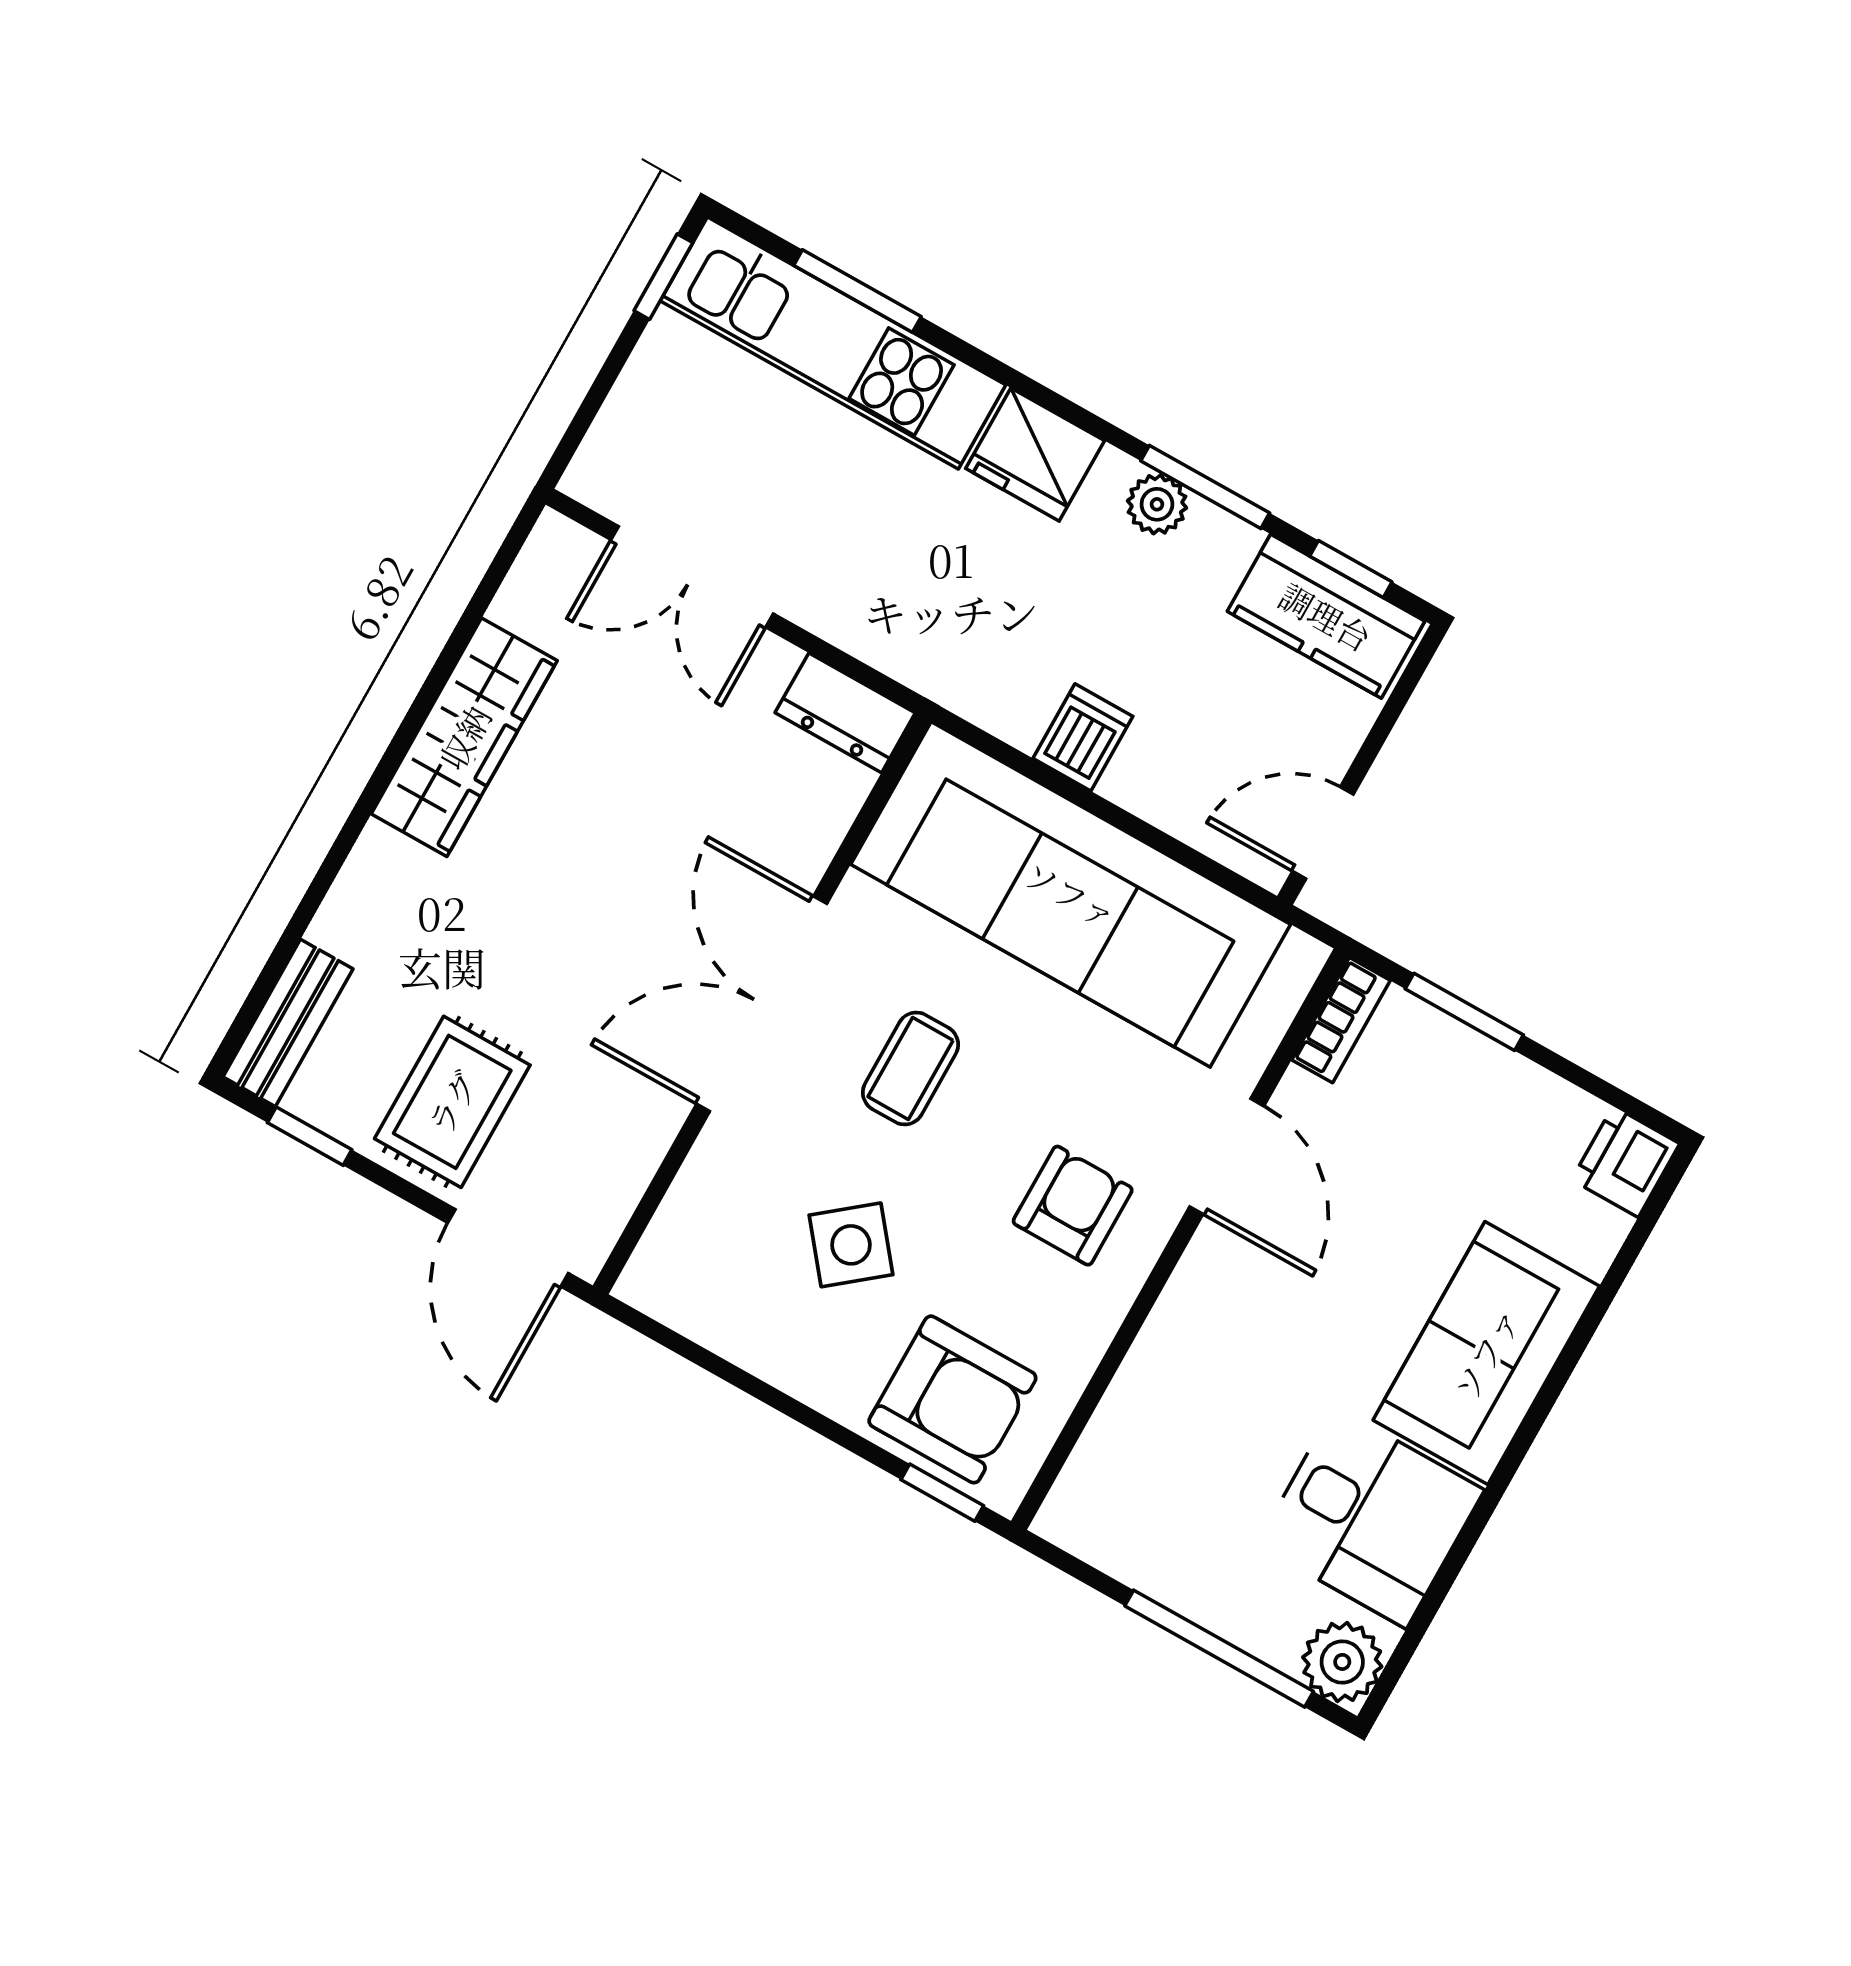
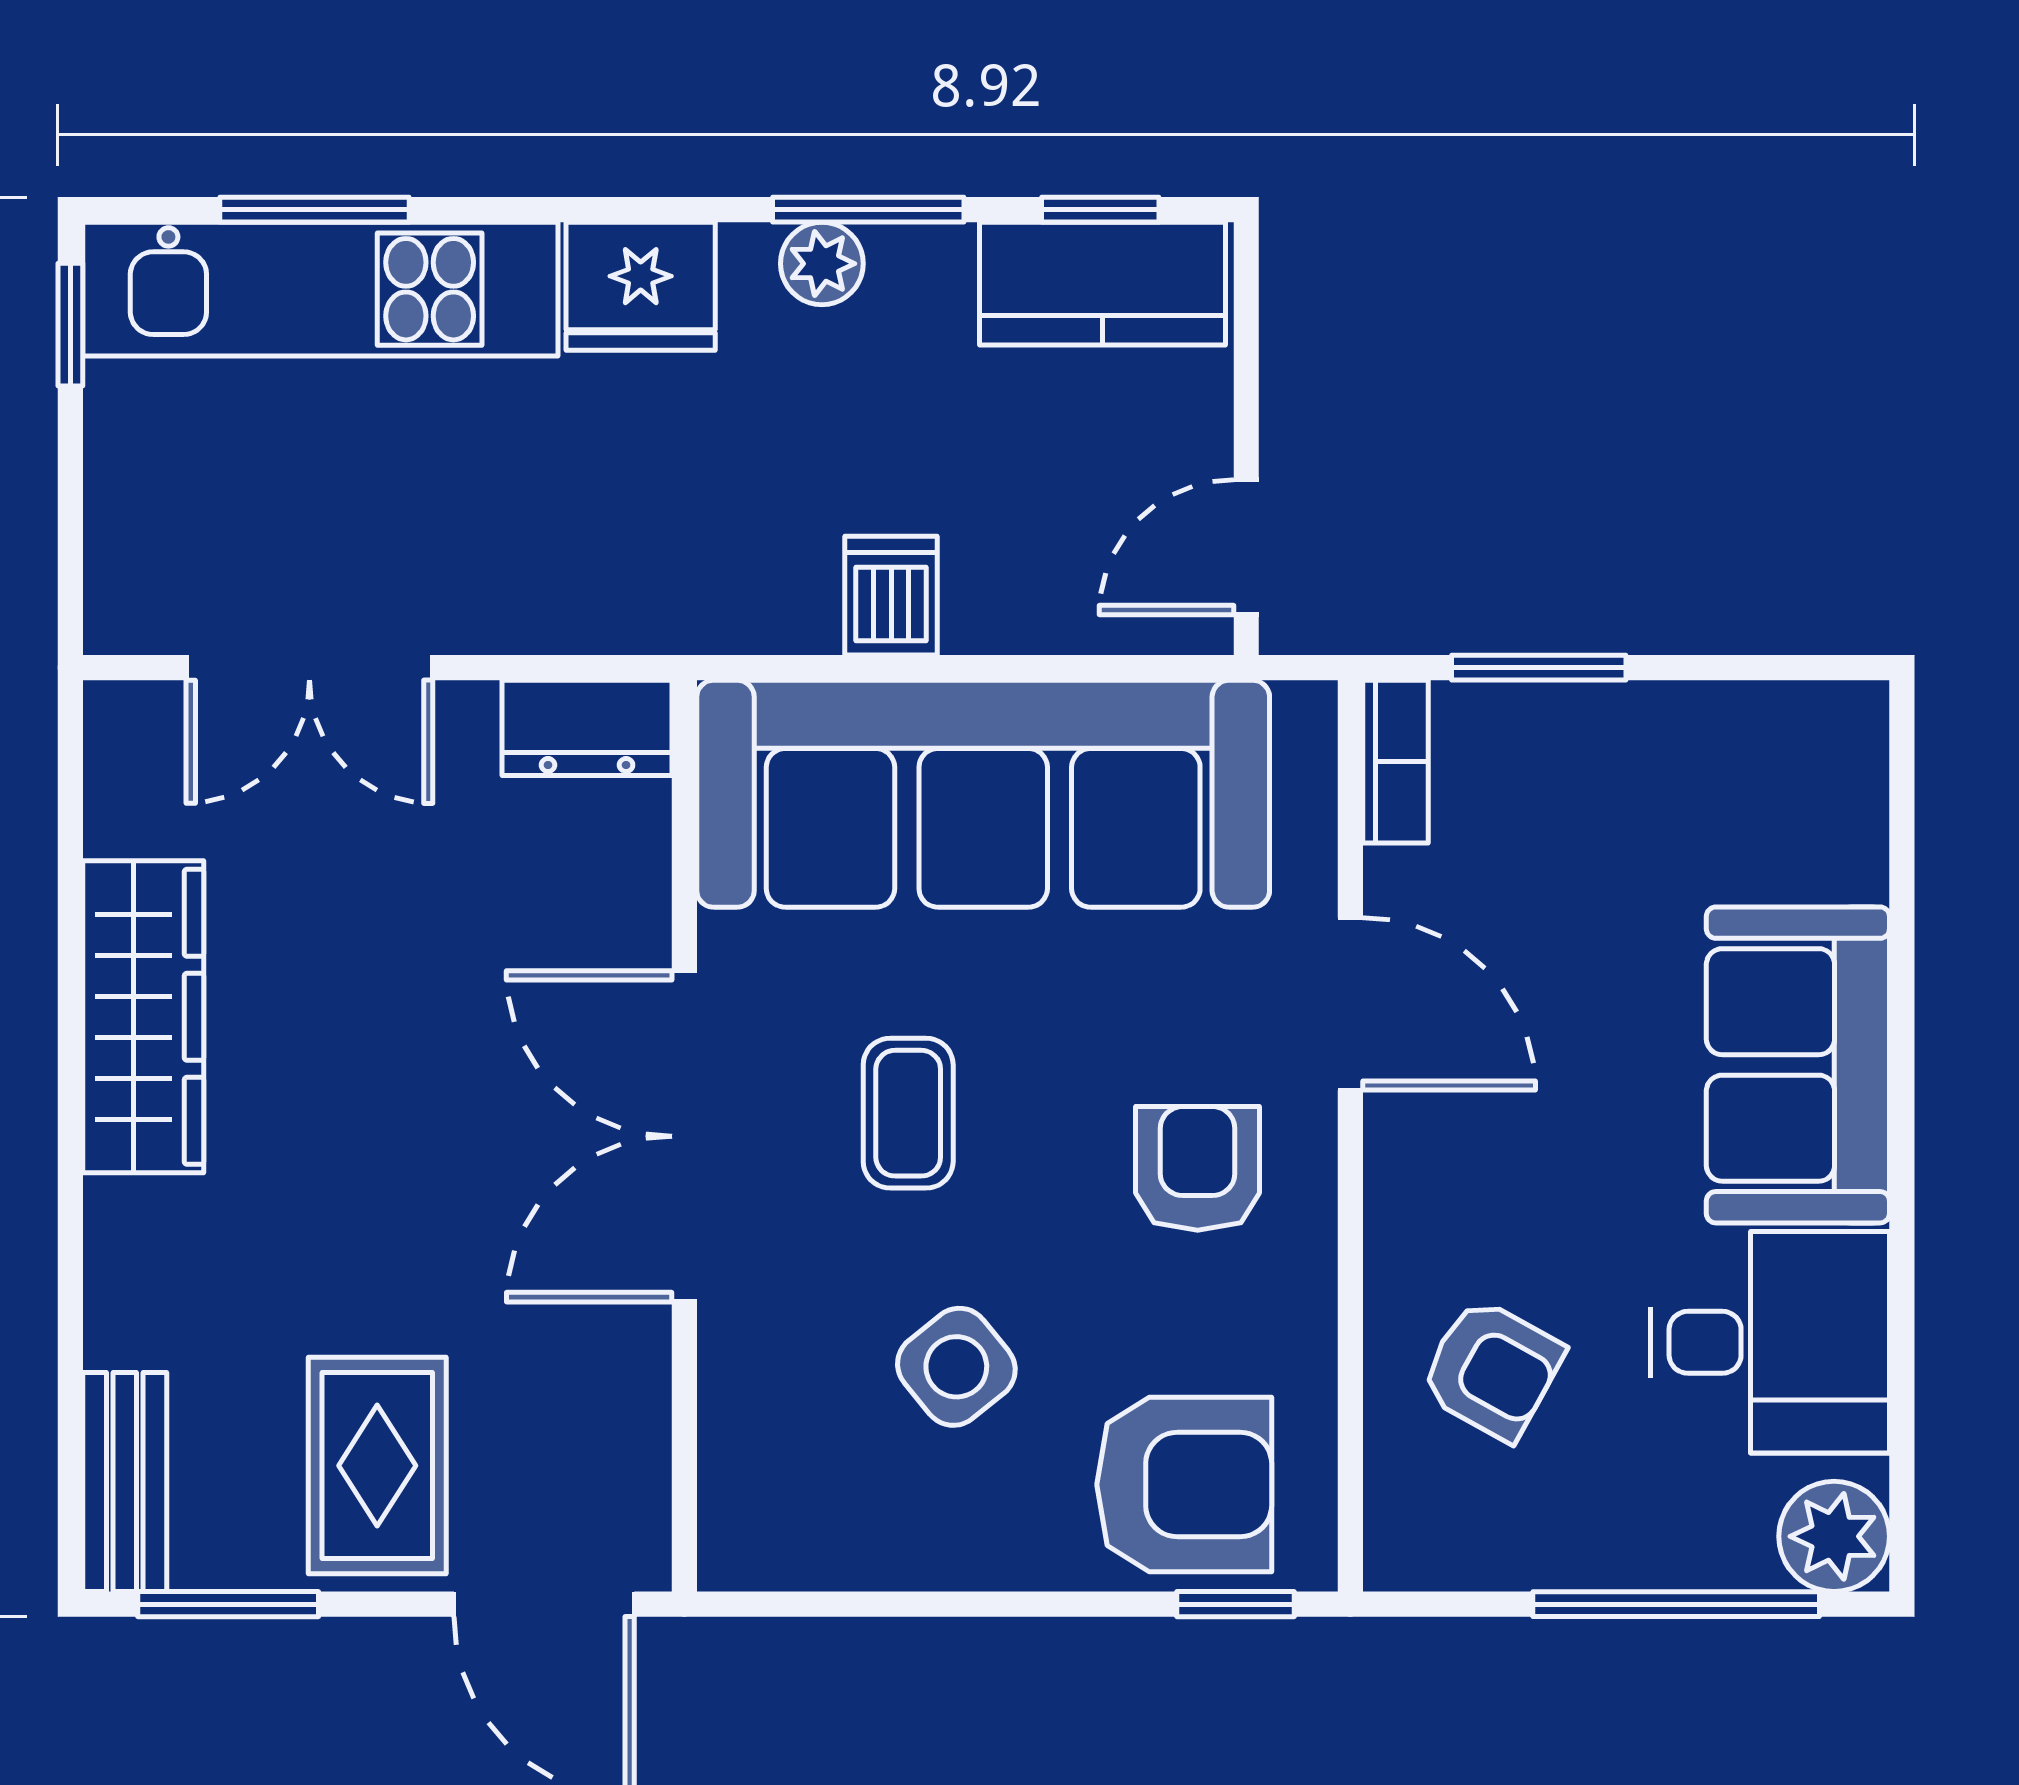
window: (310, 1136) -> (228, 1604), width x1.50
printer: (1626, 1162) -> (1836, 739), removed
armchair: (1186, 1436) -> (1492, 1369), added

